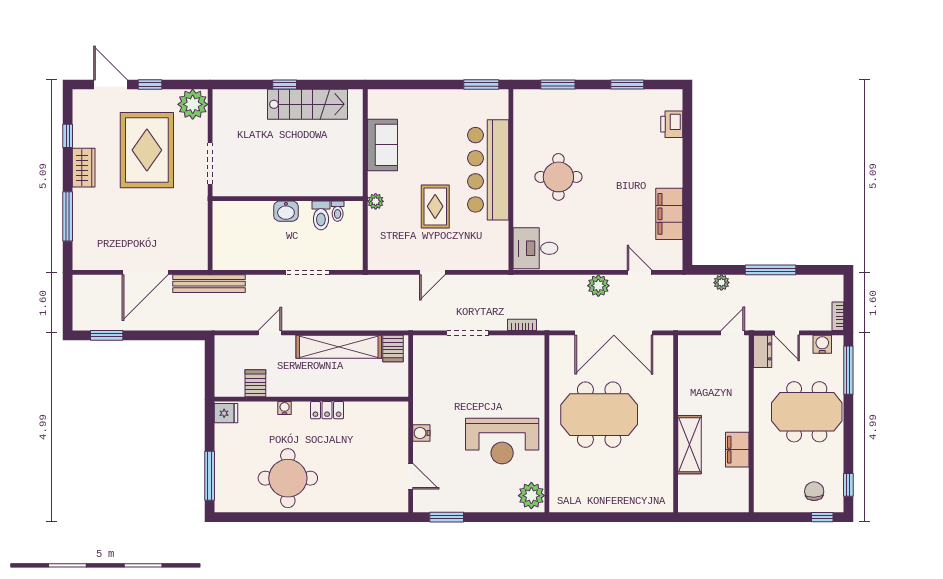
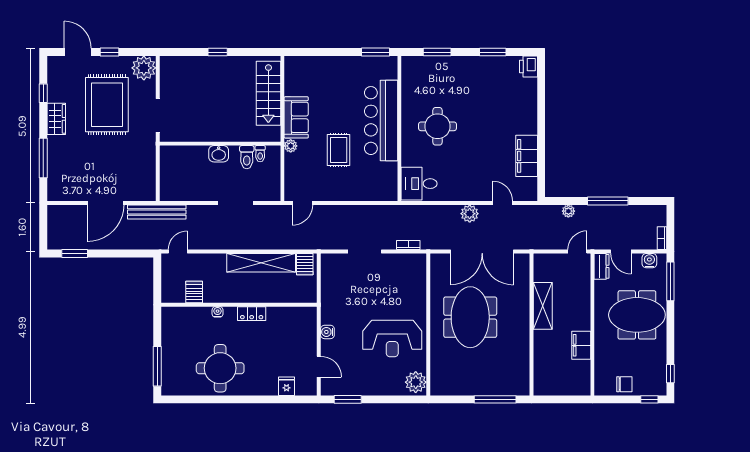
stairs: (307, 104) -> (268, 93), moved, turned 90
printer: (672, 124) -> (529, 67), moved
sofa: (382, 145) -> (296, 117), moved
door: (432, 272) -> (302, 203), moved
door: (270, 333) -> (178, 252), moved
fridge: (226, 413) -> (287, 386), moved, turned -90
meeting table: (599, 415) -> (470, 317), turned 90
shelving: (690, 445) -> (543, 306), moved
chair: (814, 491) -> (624, 384), moved, turned 92
window: (630, 517) -> (495, 399), added

